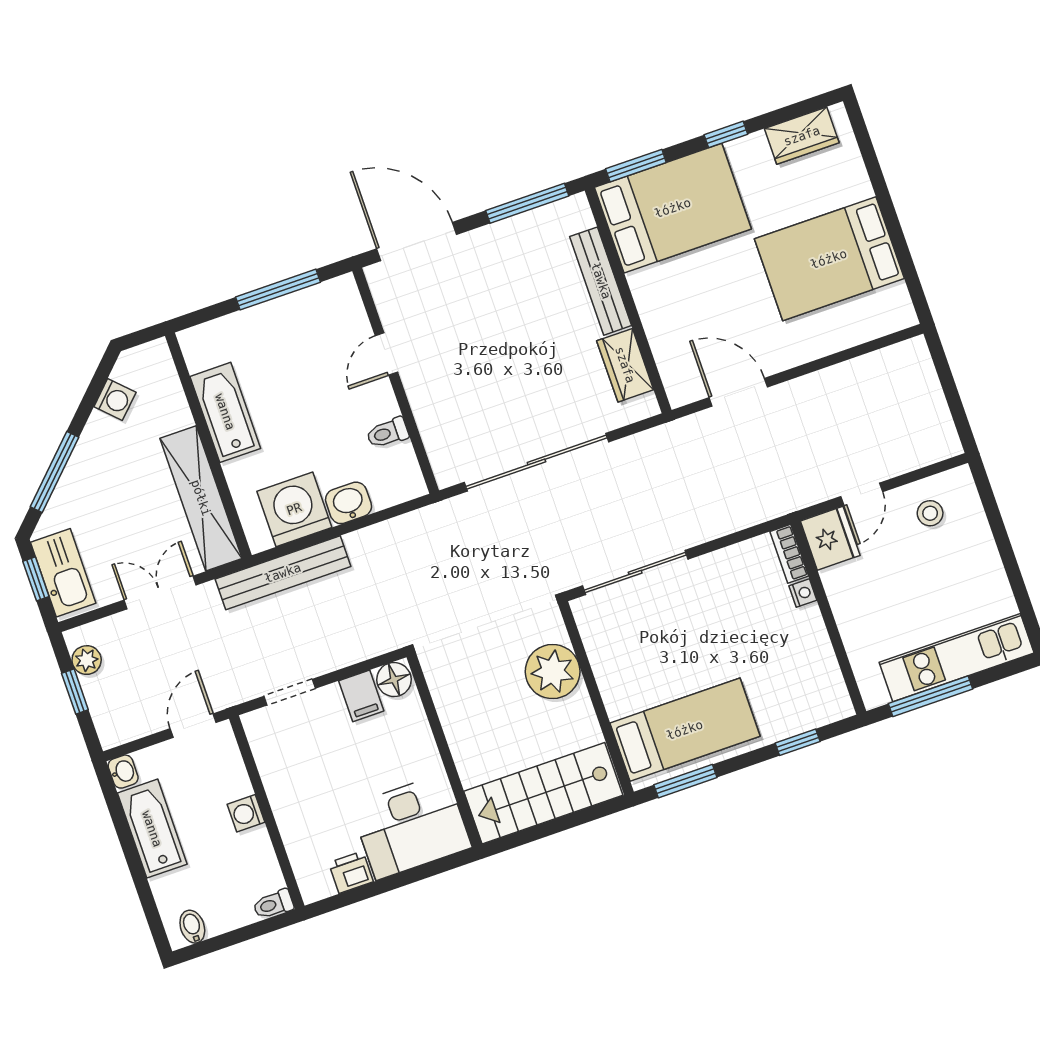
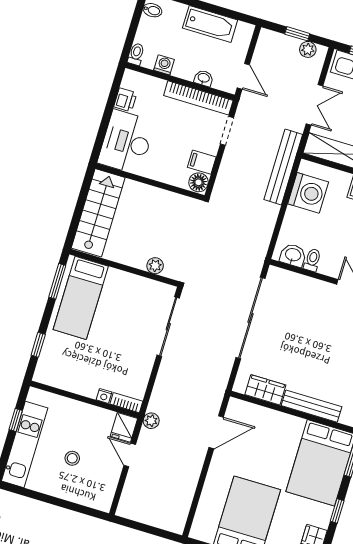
plant: (790, 499) -> (151, 421), added
washbasin: (349, 503) -> (293, 255), moved, turned -90
stool: (930, 513) -> (72, 458), moved
fridge: (830, 538) -> (124, 427), width x0.72
plant: (553, 672) -> (155, 266), width x0.53, depth x0.53
window: (931, 696) -> (16, 420), width x0.46
bookcase: (272, 768) -> (198, 98), added
washbasin: (123, 772) -> (204, 78), moved, turned 180
washing machine: (246, 813) -> (164, 65), moved

